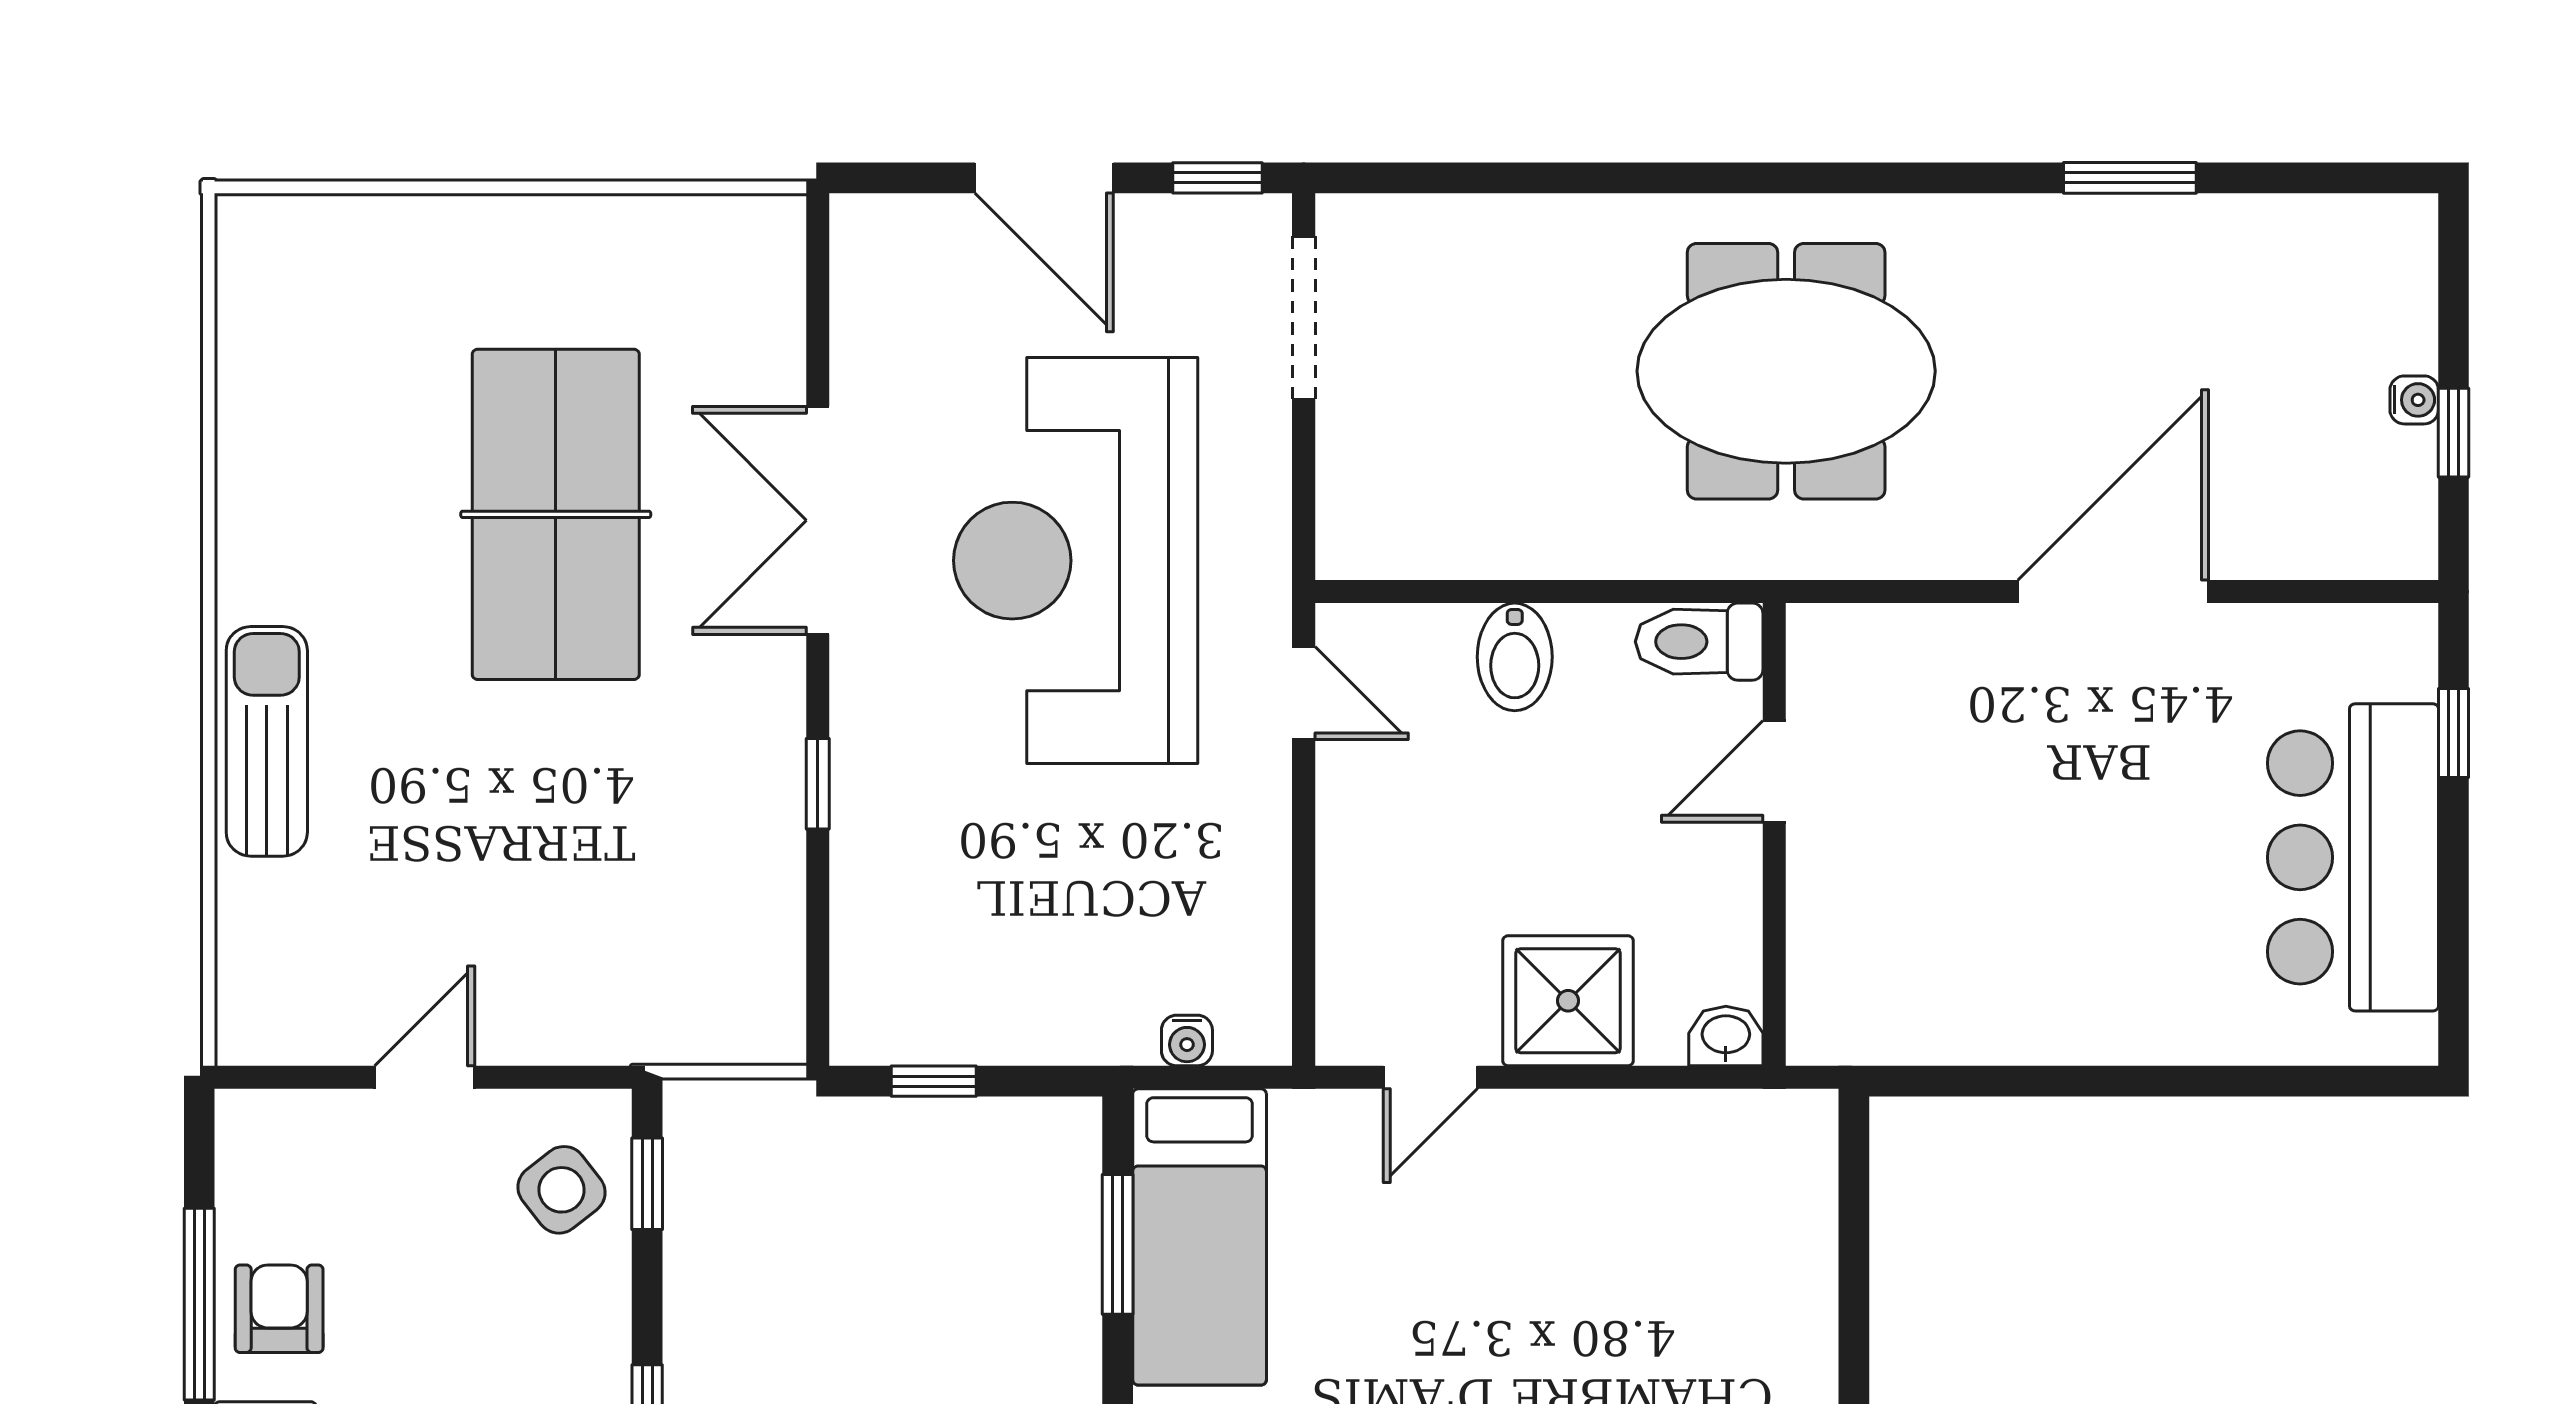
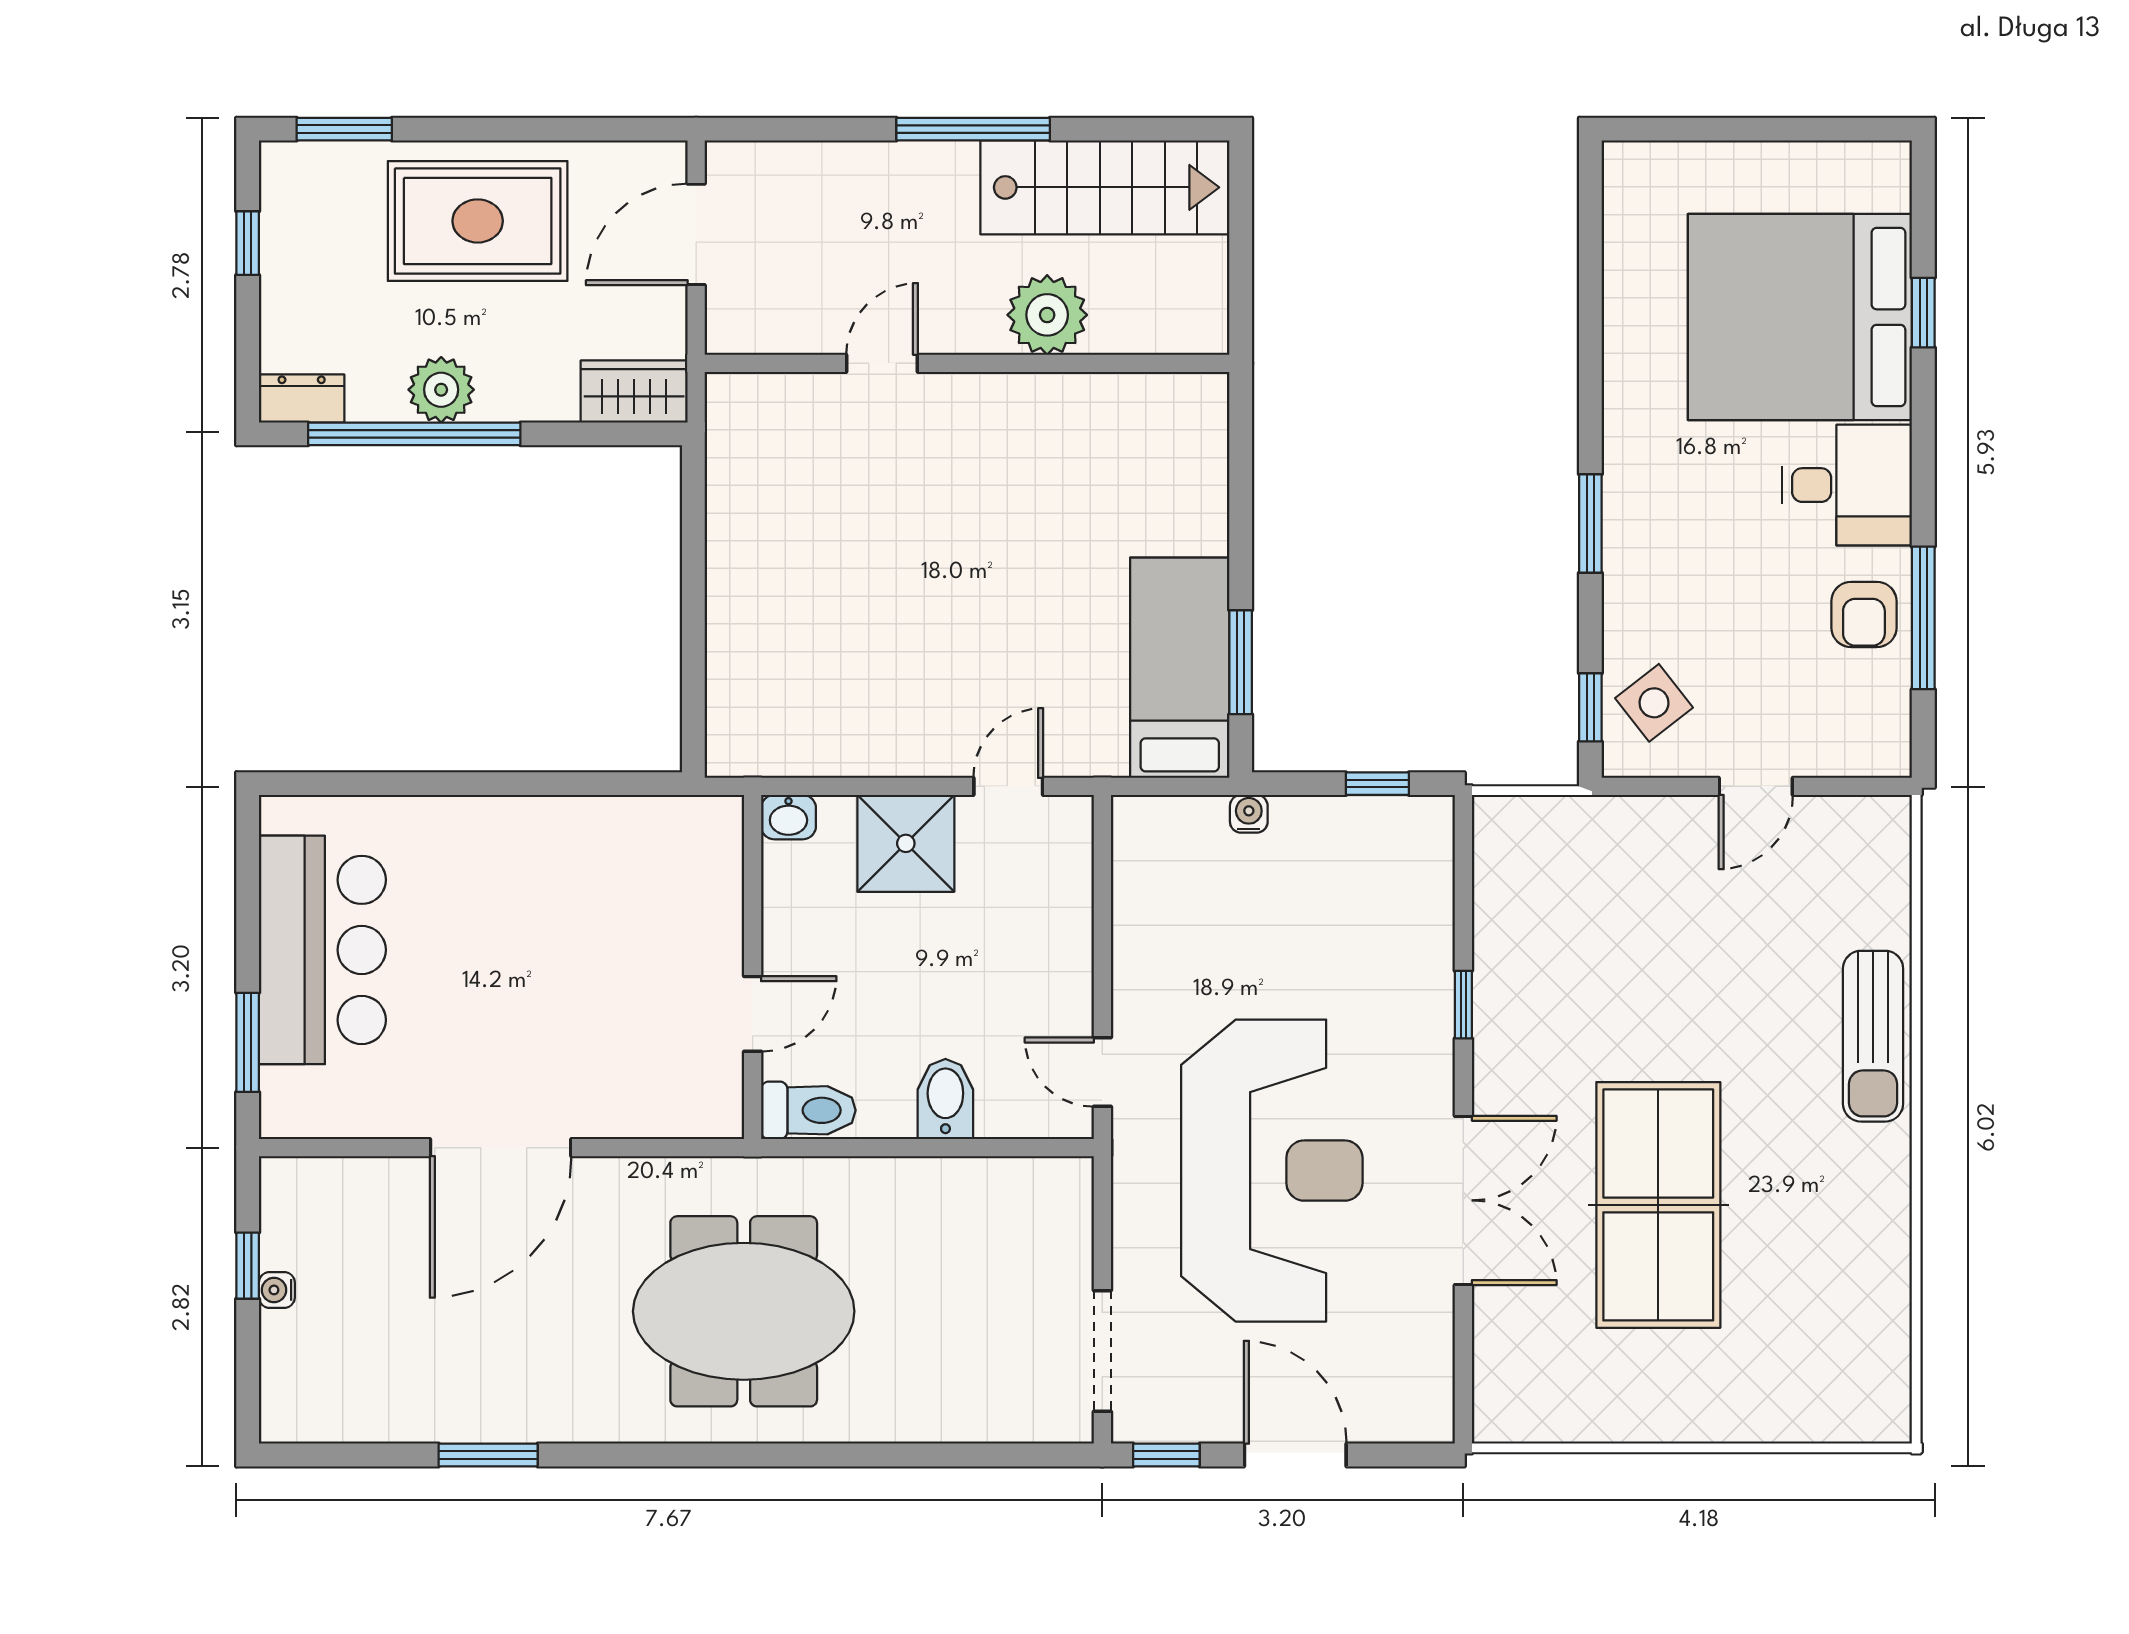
window: (2454, 733) -> (248, 1042), width x1.50
water cooler: (1187, 1040) -> (1249, 814), moved

